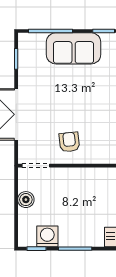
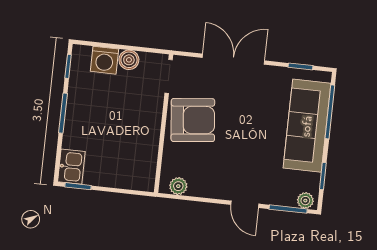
sofa: (74, 48) -> (307, 126), width x1.36
armchair: (69, 142) -> (193, 120), width x1.88, depth x1.88
washing machine: (47, 236) -> (104, 60), moved, turned 90

